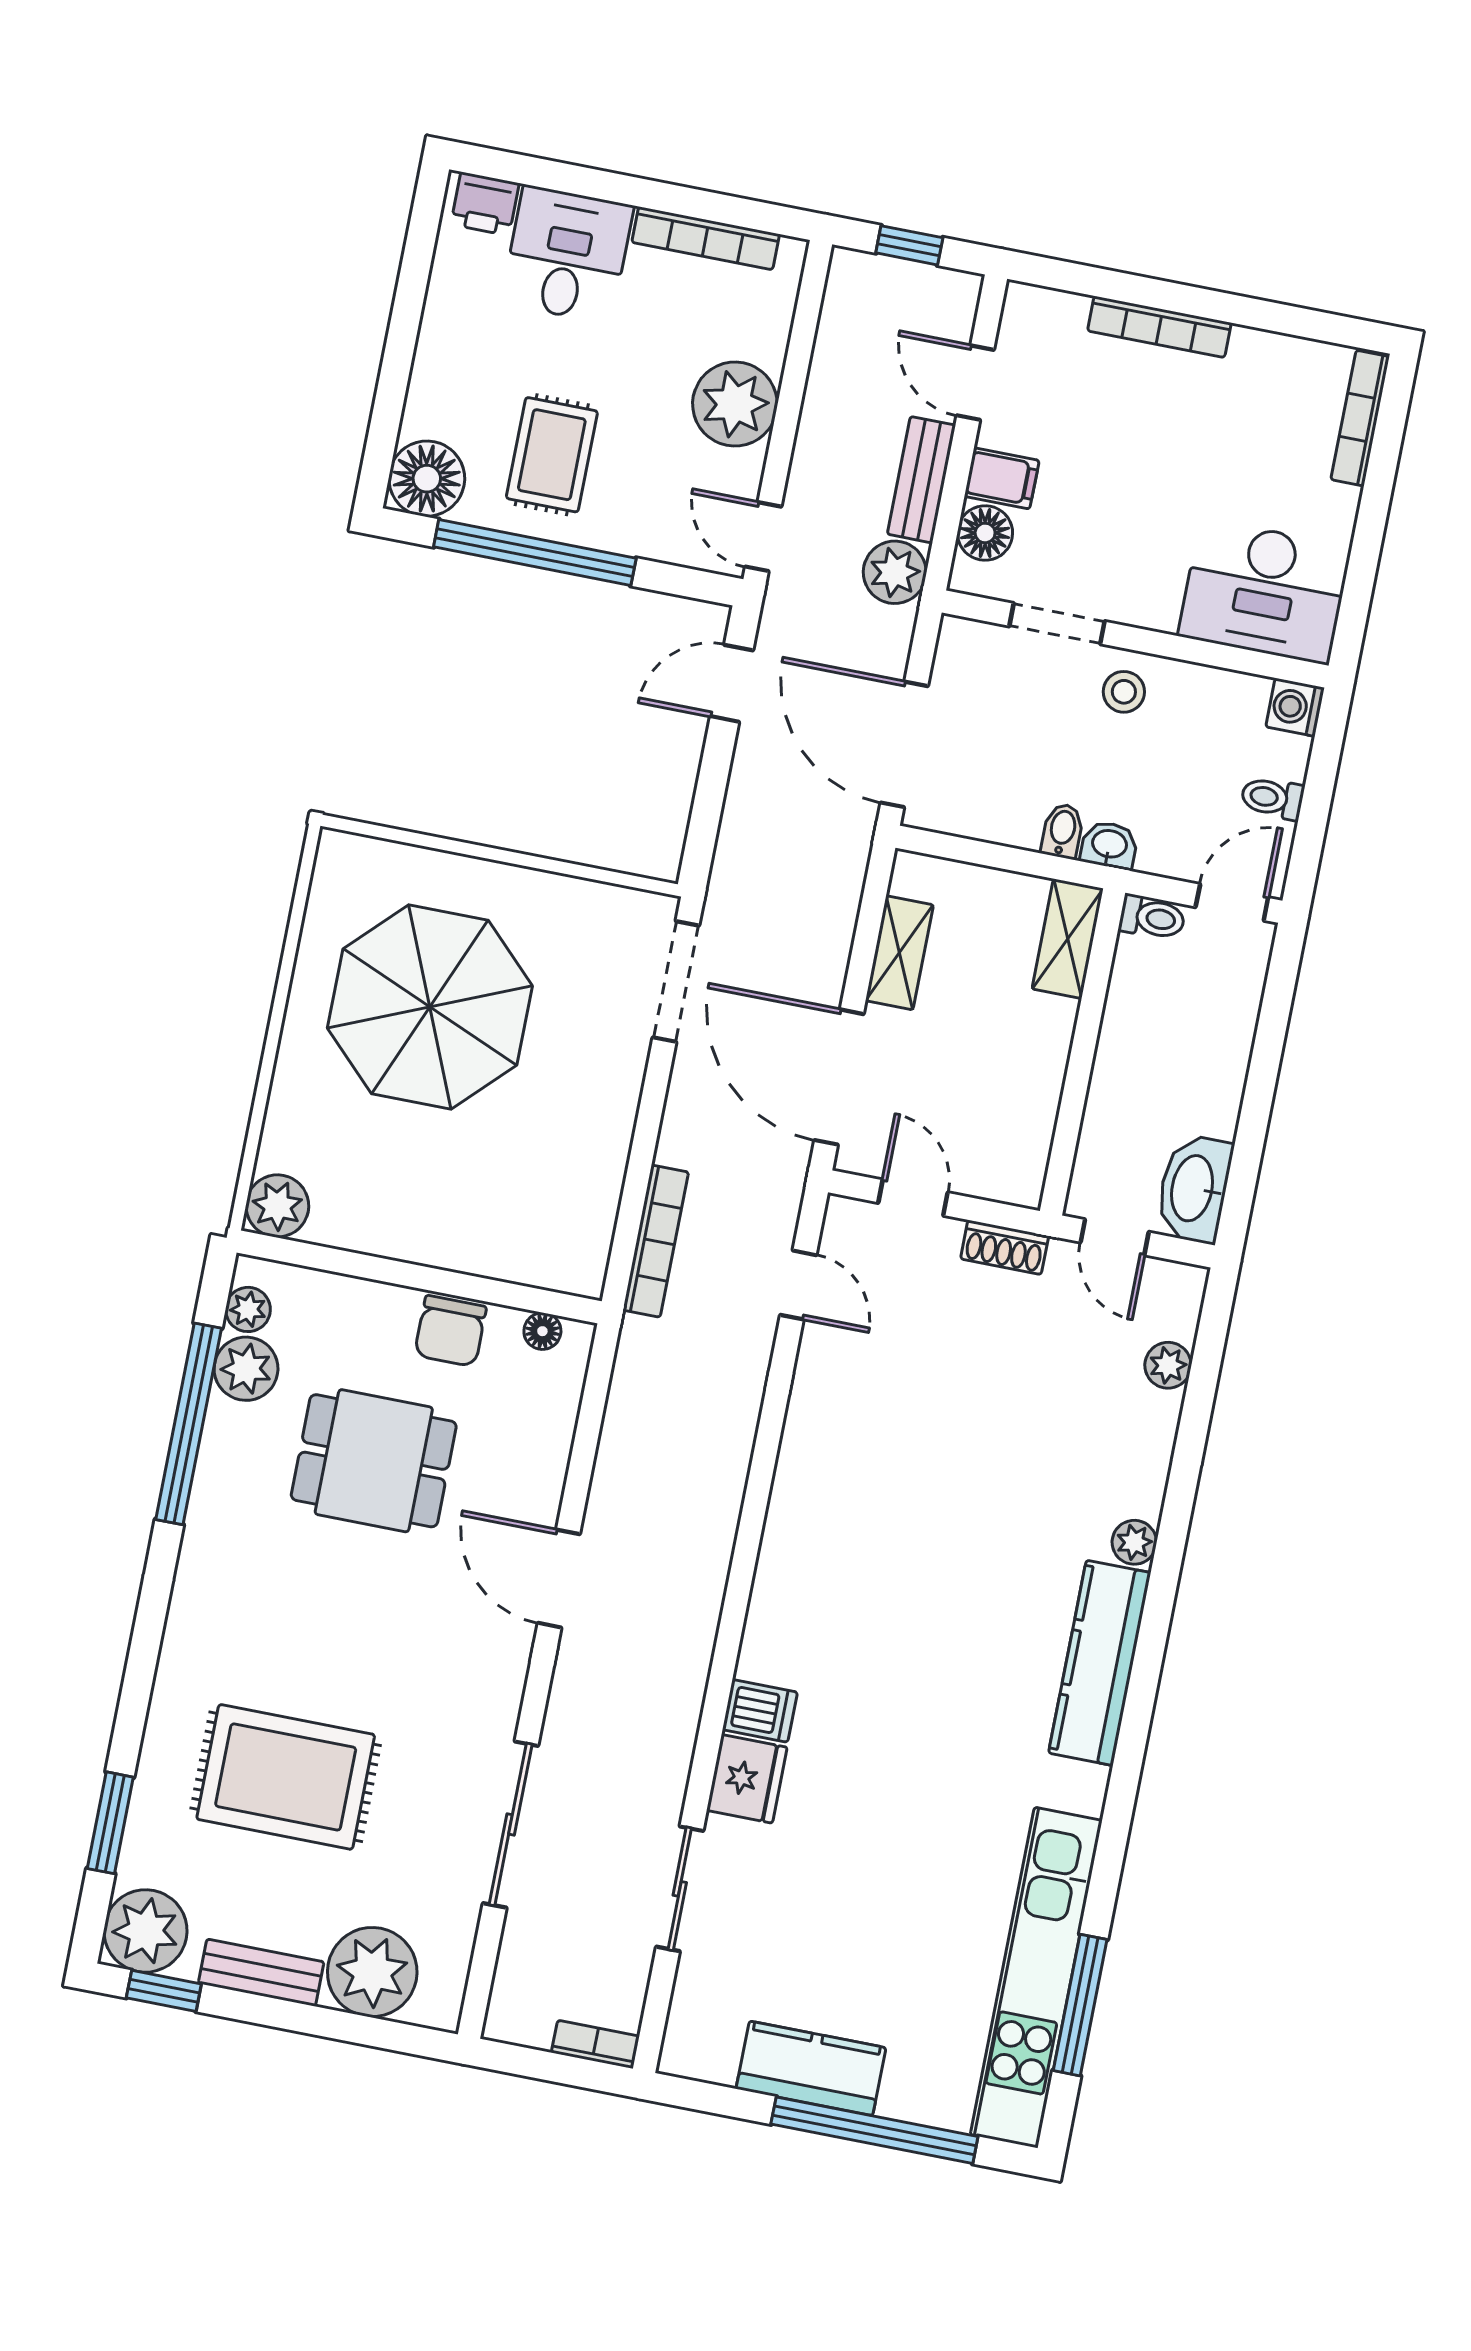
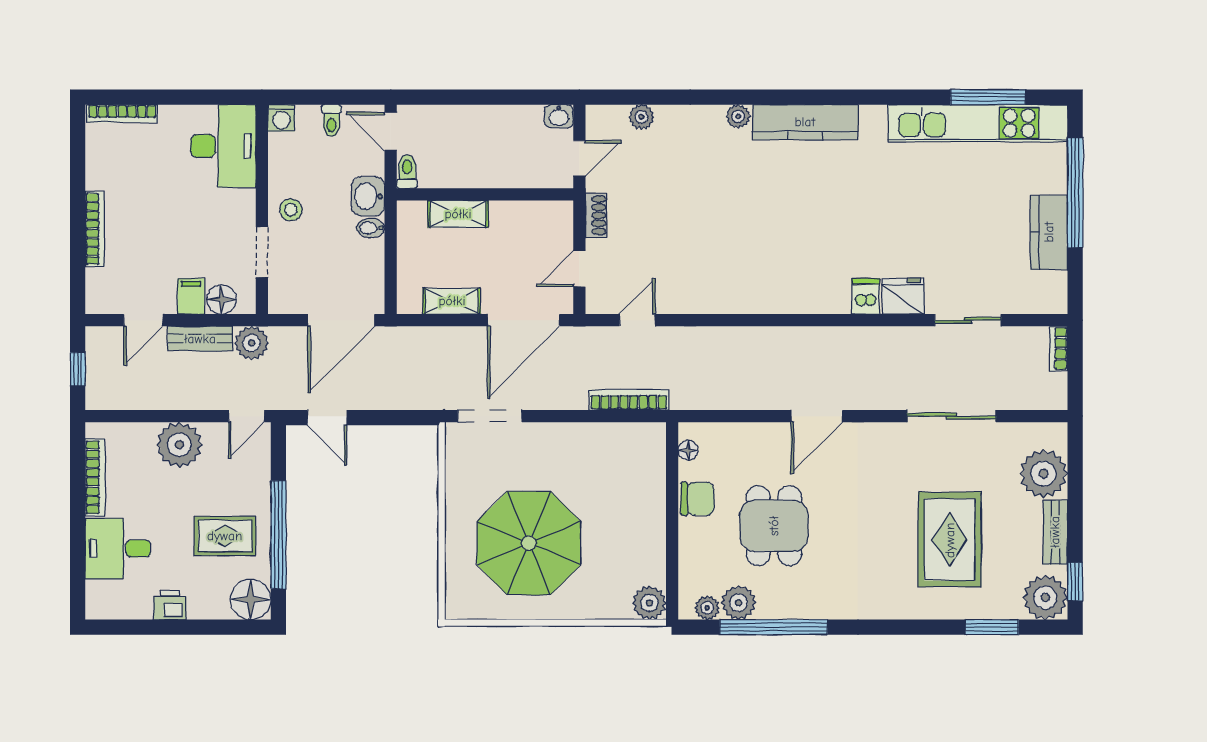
printer: (485, 204) -> (170, 605), moved, turned -90
washbasin: (1109, 845) -> (368, 196), width x1.38, depth x1.45
shelving: (1068, 939) -> (458, 214), moved
washbasin: (1194, 1189) -> (559, 116), width x0.52, depth x0.69

